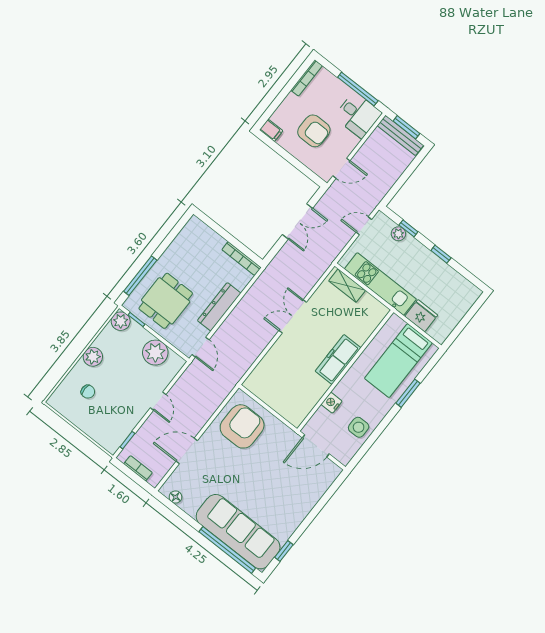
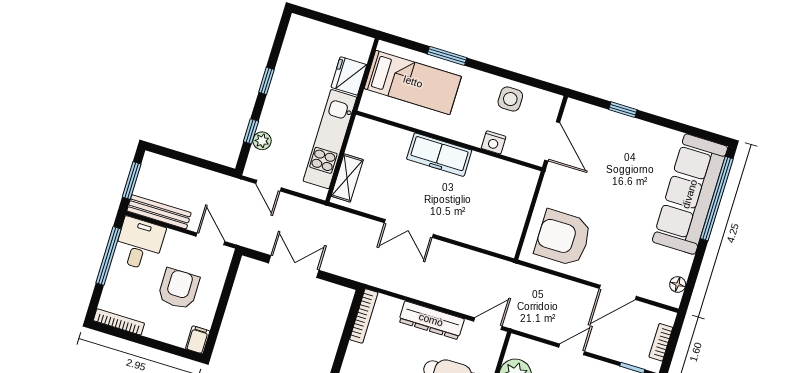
bench: (400, 135) -> (159, 212), moved, turned 90
door: (187, 451) -> (618, 292), hinge flipped
window: (284, 551) -> (623, 110), moved

